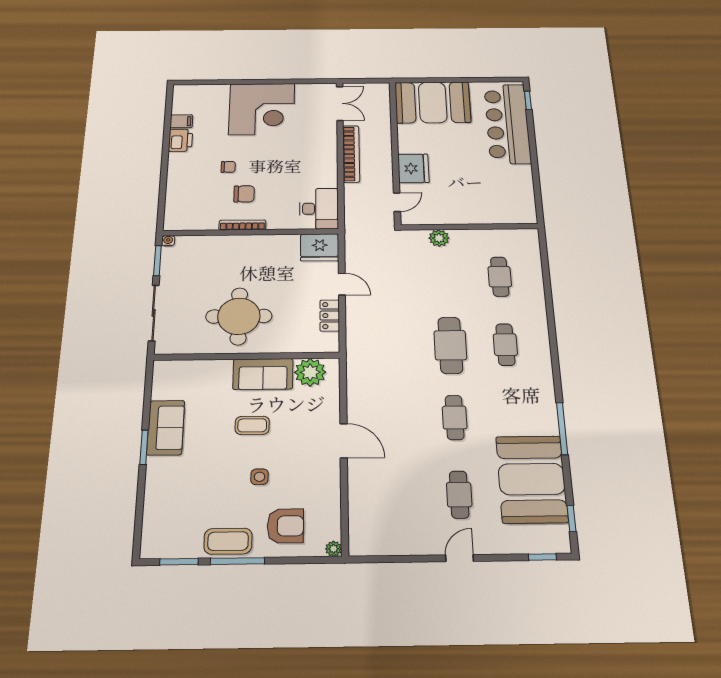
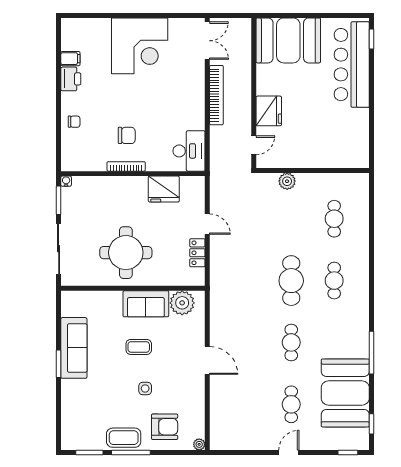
chair: (228, 167) -> (74, 122), moved
fridge: (320, 247) -> (164, 189), moved
sofa: (166, 428) -> (74, 348), width x1.36

